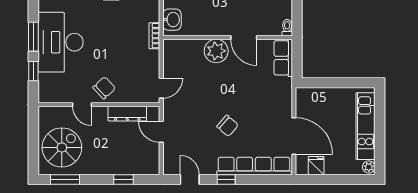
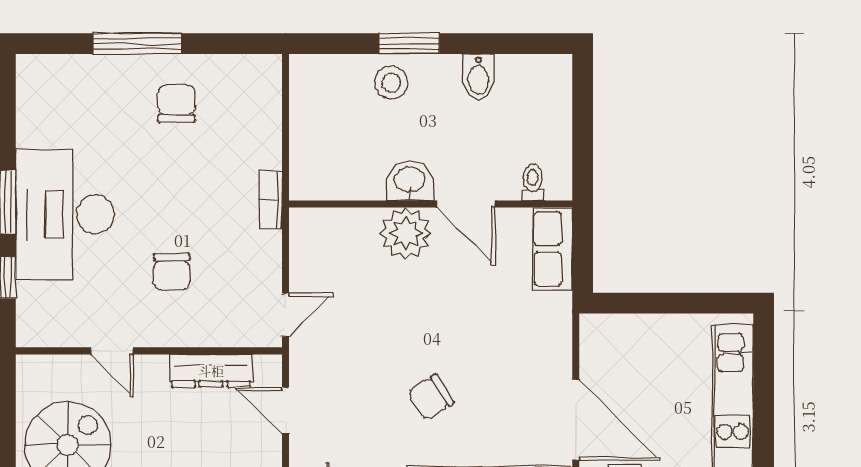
washbasin: (172, 20) -> (410, 181), moved, turned -90
toilet: (287, 28) -> (533, 182), moved
chair: (104, 88) -> (172, 272), moved, turned 133
chair: (228, 126) -> (431, 397), turned 107

